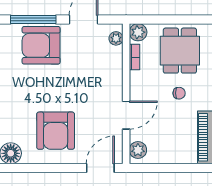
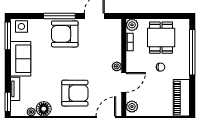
plant: (116, 38) -> (117, 66), moved
armchair: (56, 131) -> (75, 93), turned -90

